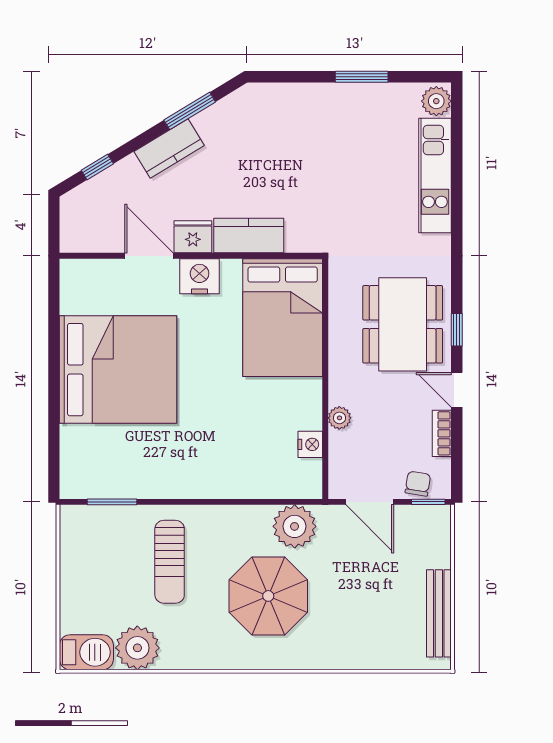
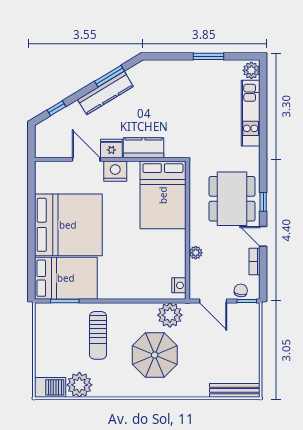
kitchen counter: (169, 148) -> (105, 93), width x1.50
nightstand: (310, 444) -> (179, 285), moved
bed: (114, 462) -> (66, 278), added
bench: (439, 613) -> (235, 390), moved, turned 90

